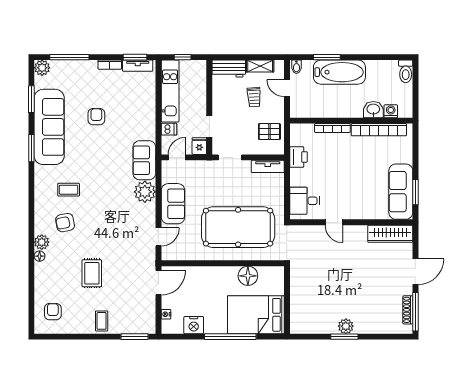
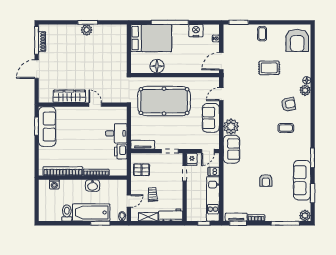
toilet: (406, 71) -> (67, 213), moved
door: (287, 88) -> (129, 201), hinge flipped
washbasin: (373, 110) -> (93, 186), moved
sofa: (49, 127) -> (302, 180), width x0.74, depth x0.79
desk: (305, 201) -> (116, 133), moved
wardrobe: (390, 234) -> (69, 96), moved
rug: (92, 273) -> (269, 68), turned 90
armchair: (53, 312) -> (297, 40), width x1.88, depth x1.88

